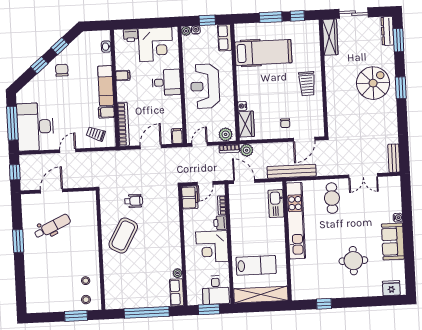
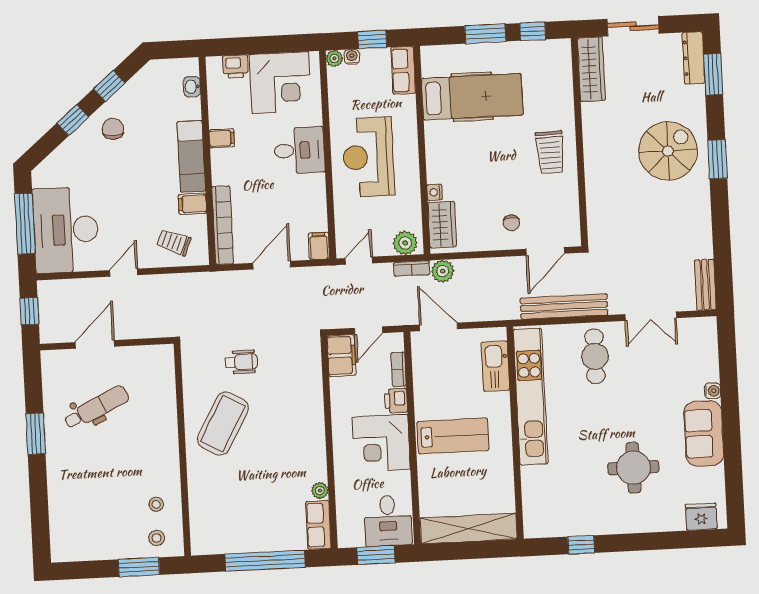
bench: (292, 171) -> (564, 306), moved
lab bench: (256, 265) -> (453, 436), moved

